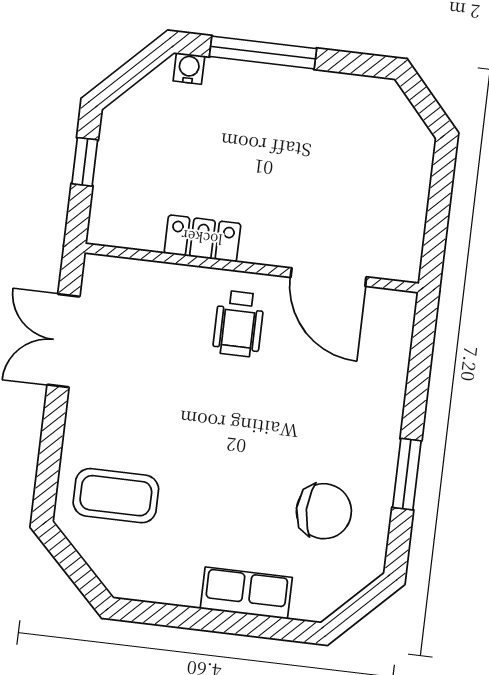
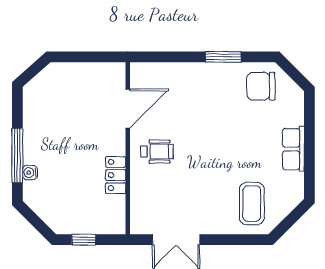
water cooler: (189, 68) -> (30, 173), moved
chair: (324, 511) -> (261, 86), moved, turned -90
row of seats: (246, 593) -> (293, 149), moved

